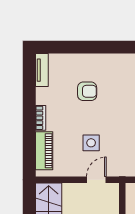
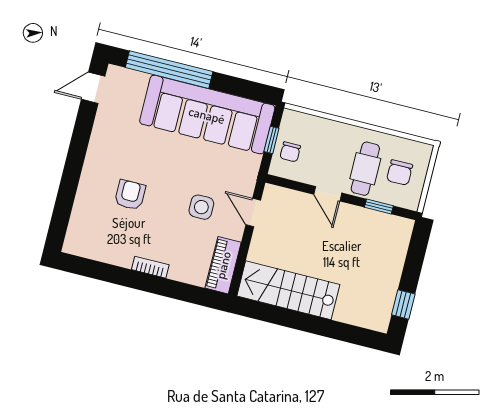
tv unit: (42, 70) -> (86, 249), removed
piano: (44, 151) -> (223, 265), moved, turned -90

